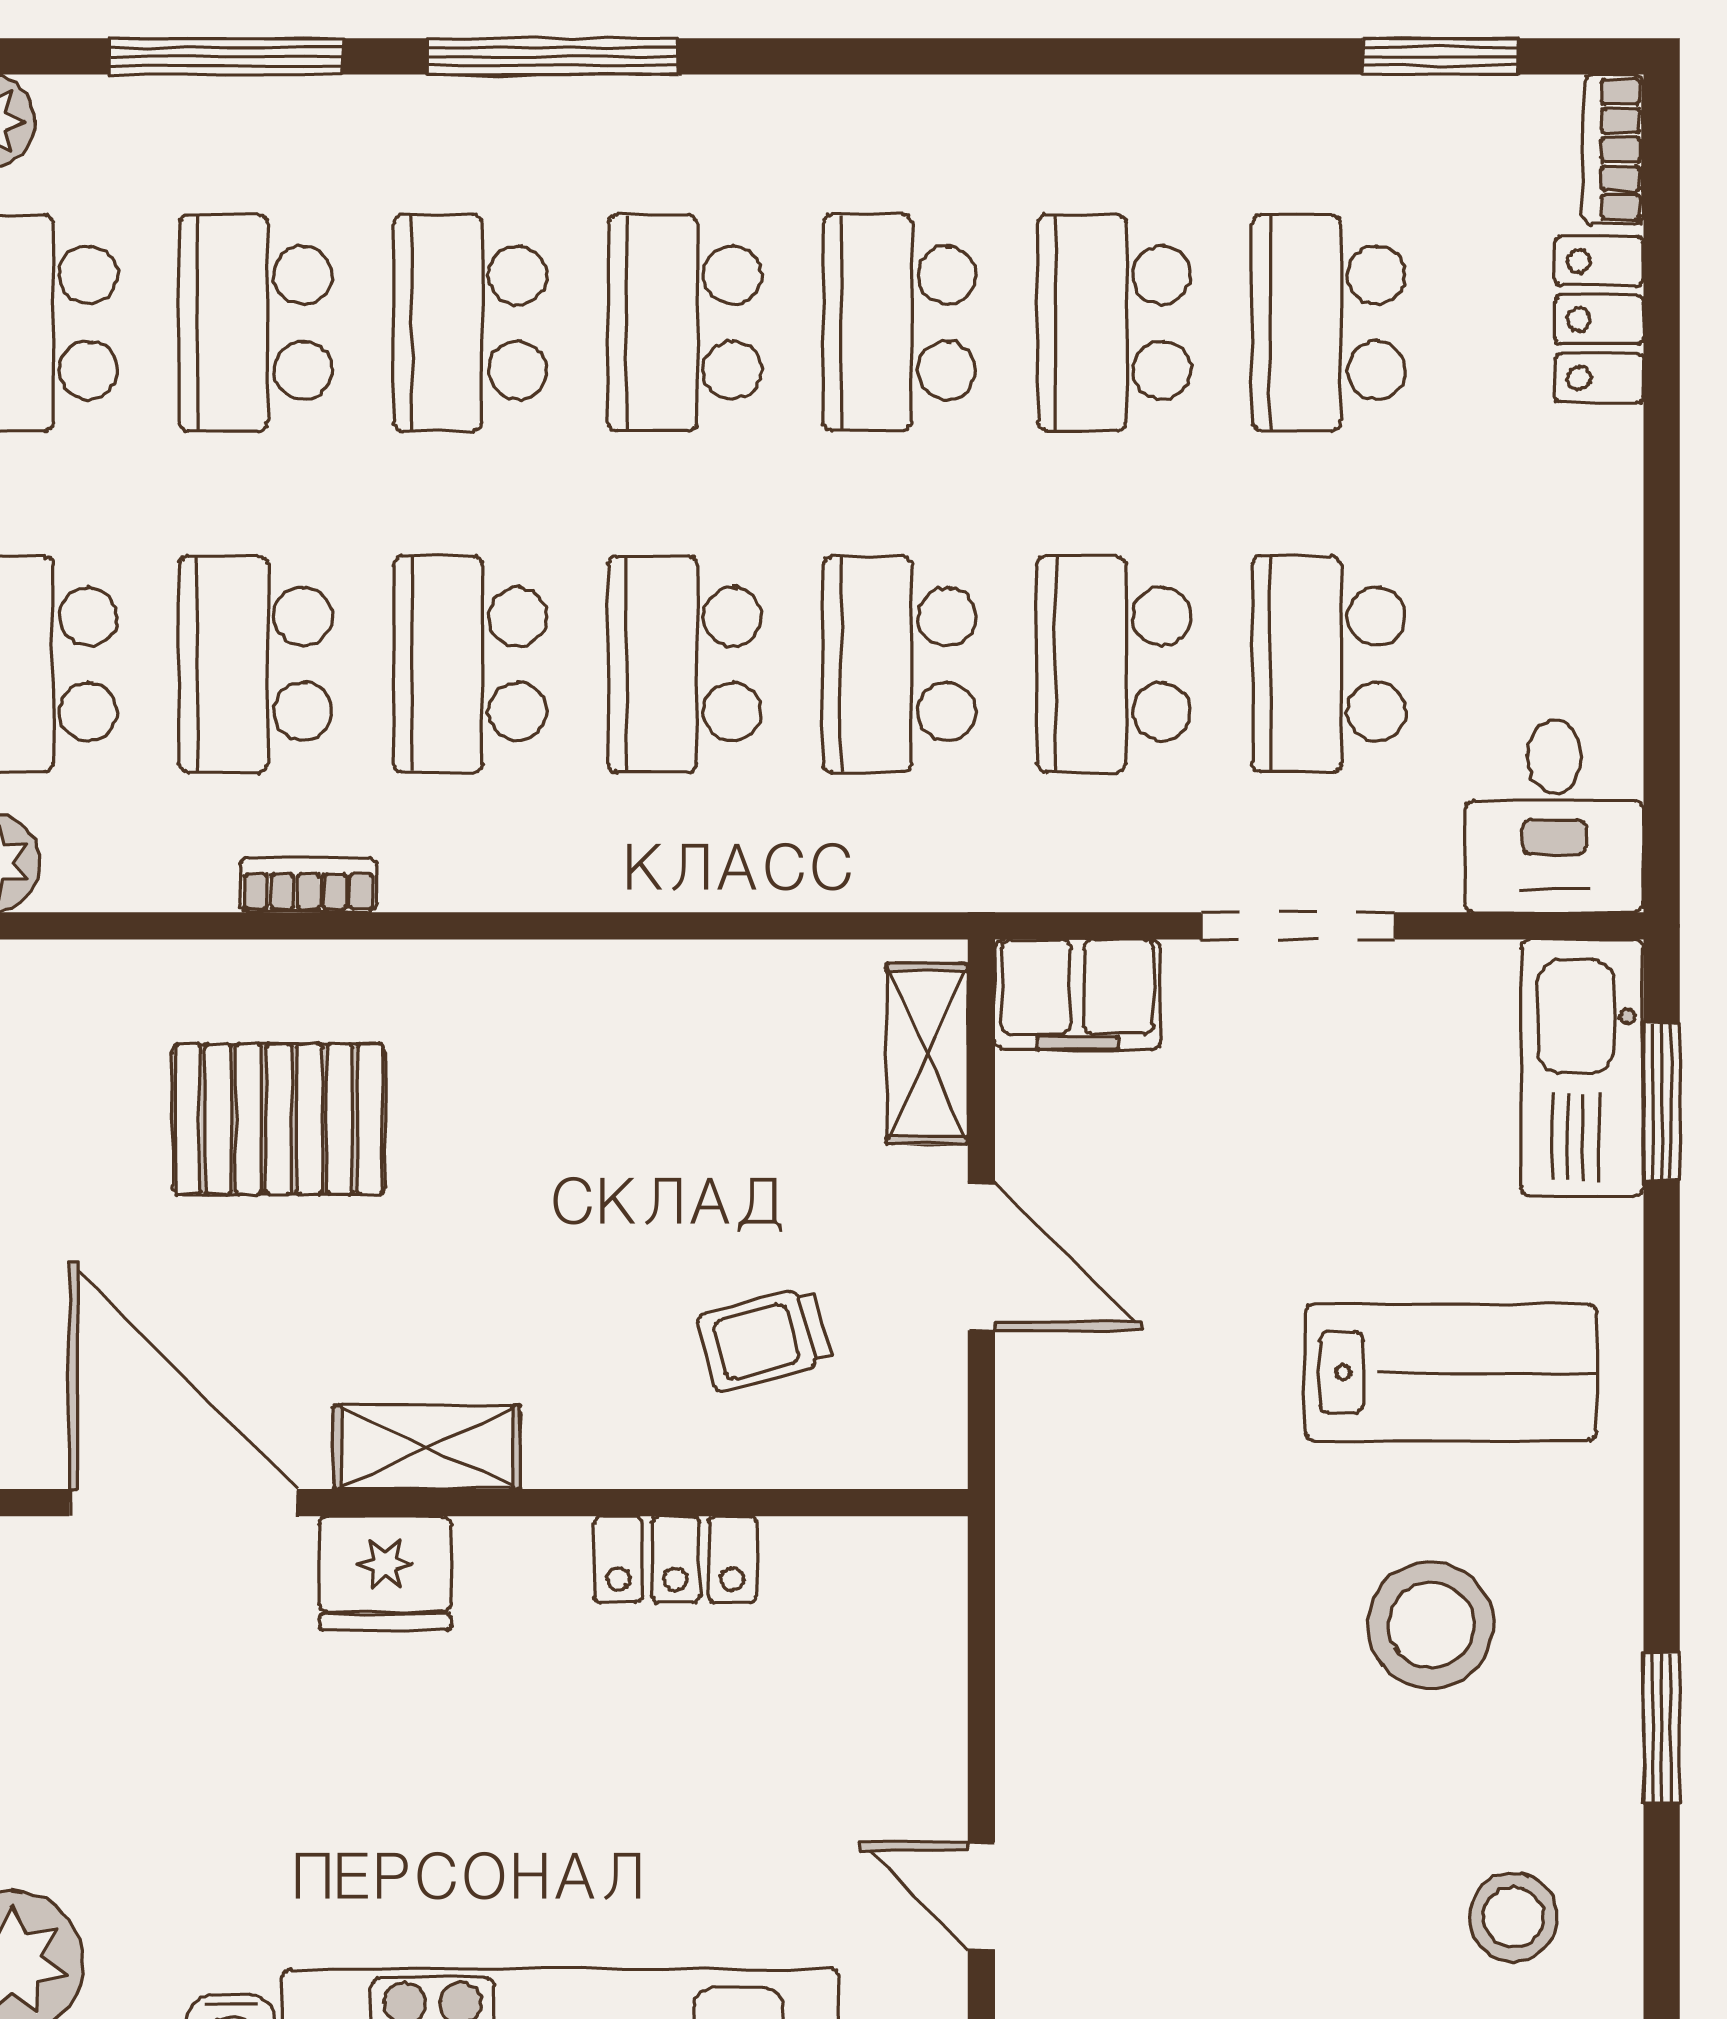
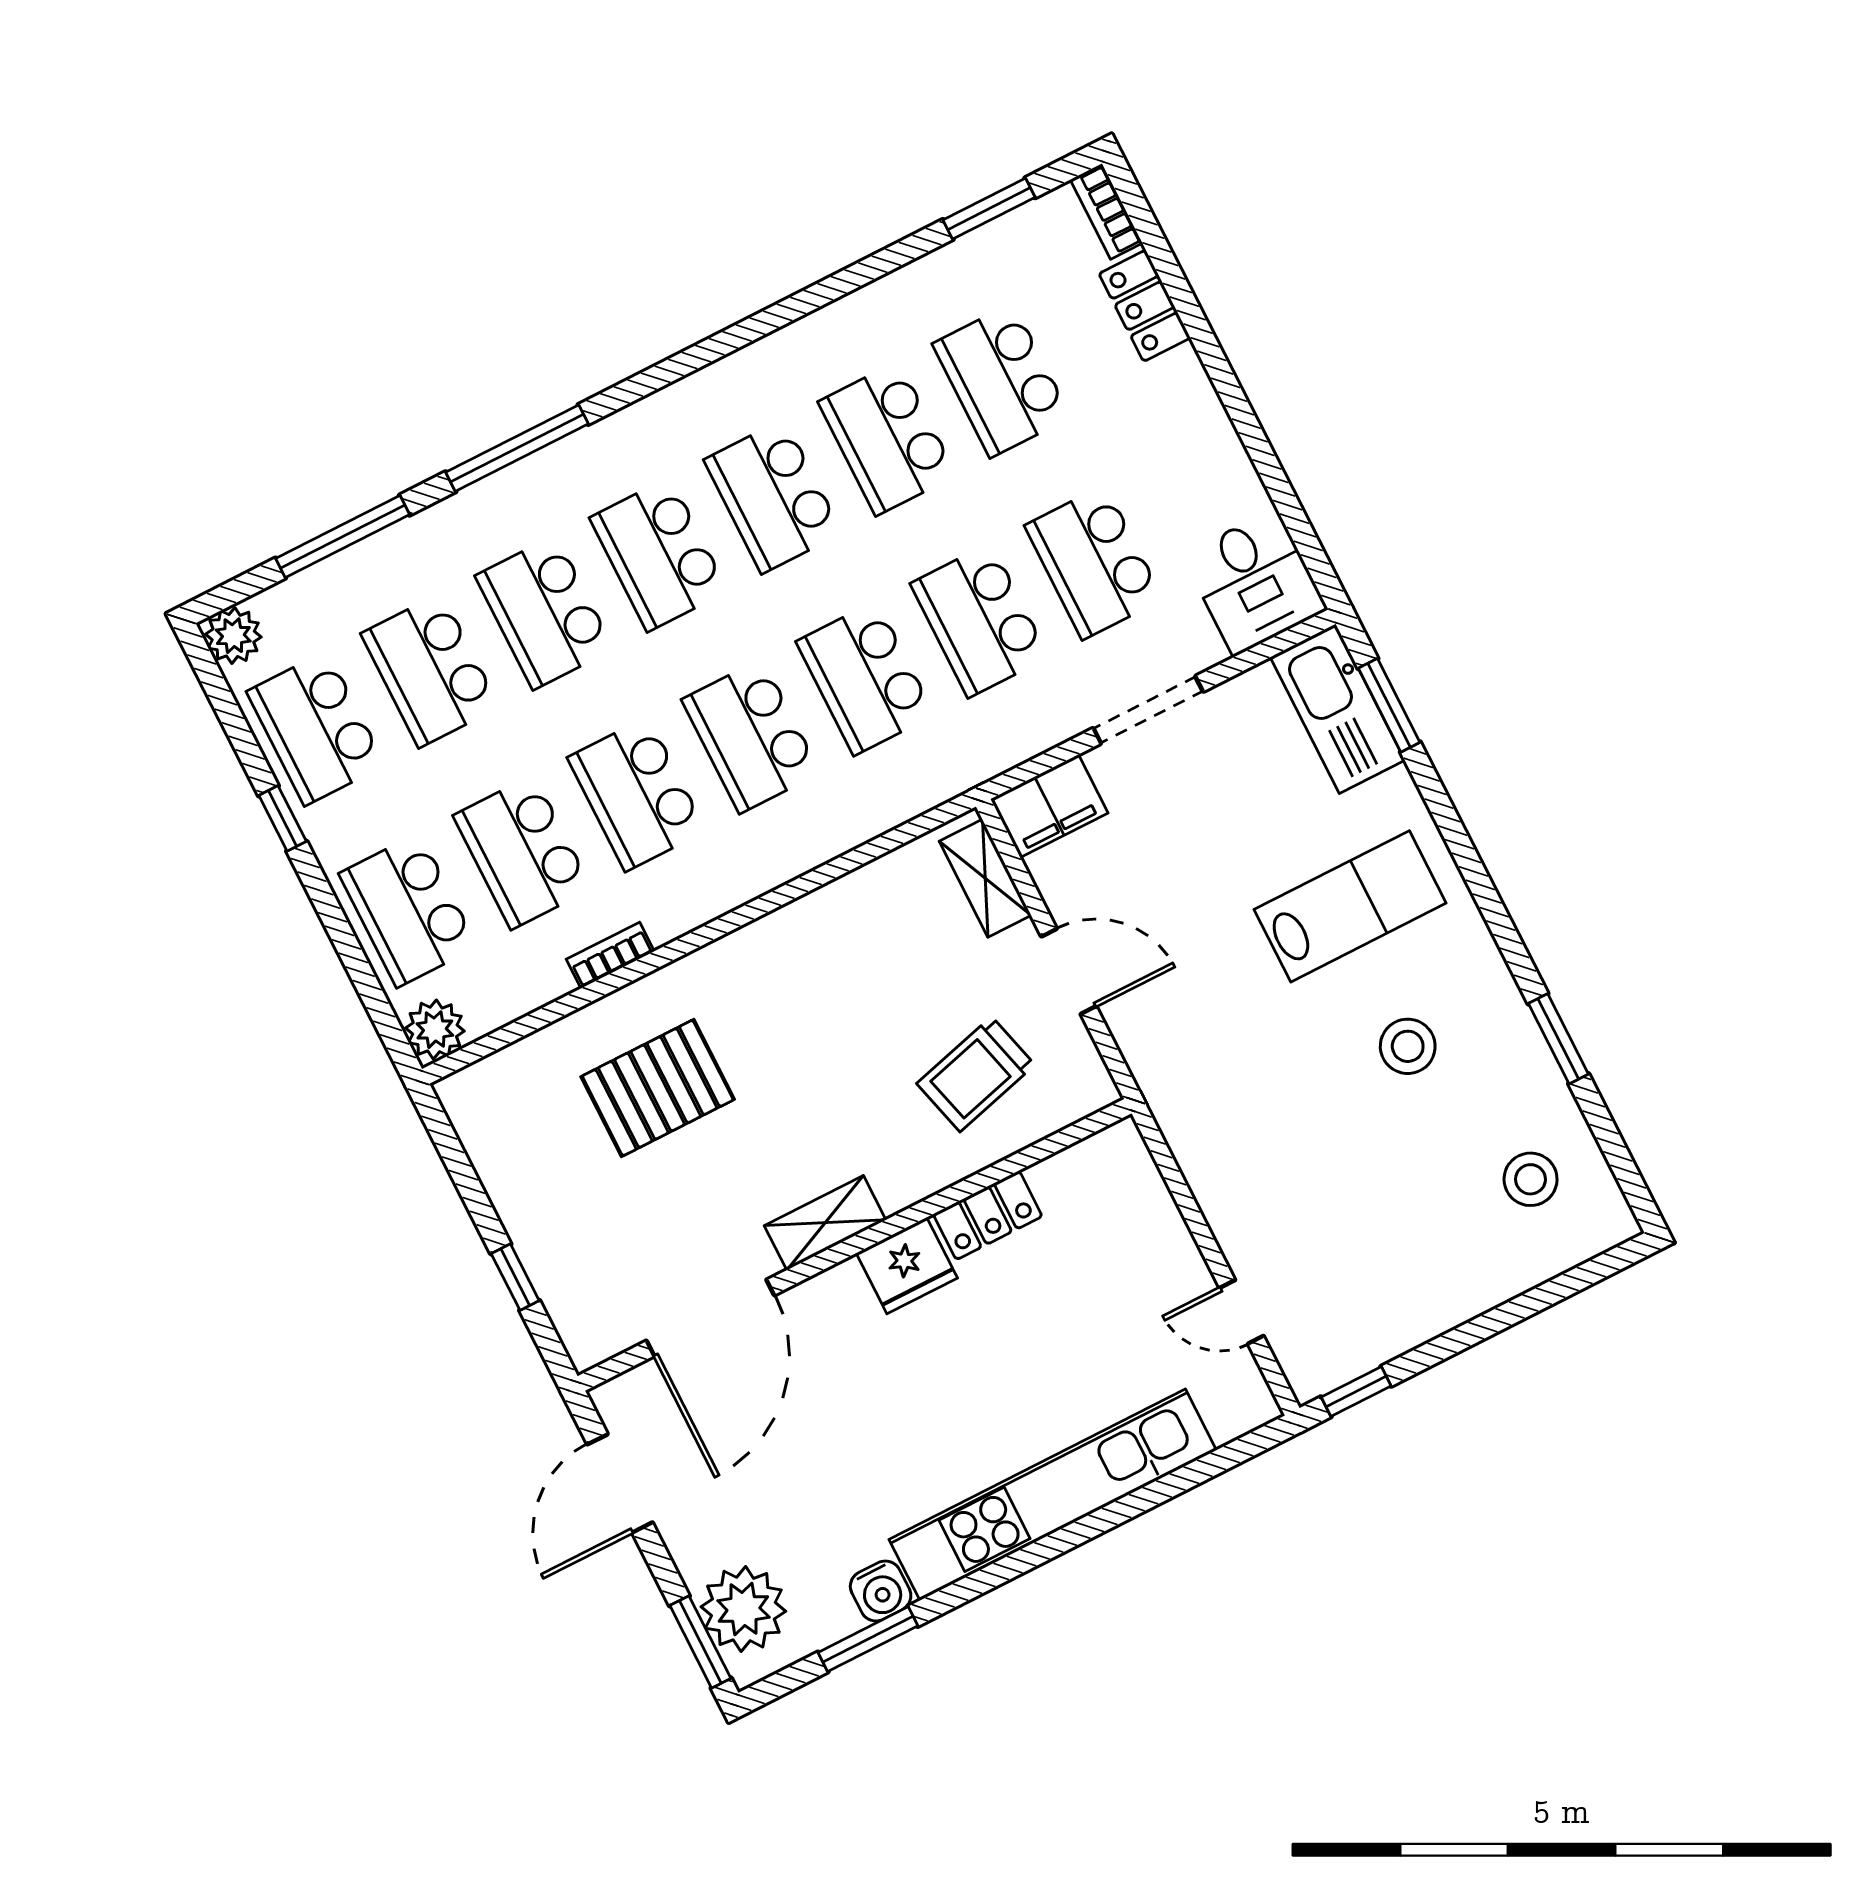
trolley: (765, 1339) -> (976, 1074), width x1.36, depth x1.39
door: (183, 1503) -> (710, 1318), swing flipped
fridge: (385, 1573) -> (907, 1266), moved
stool: (1431, 1625) -> (1408, 1046), width x0.73, depth x0.73

